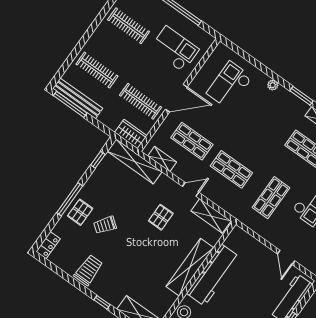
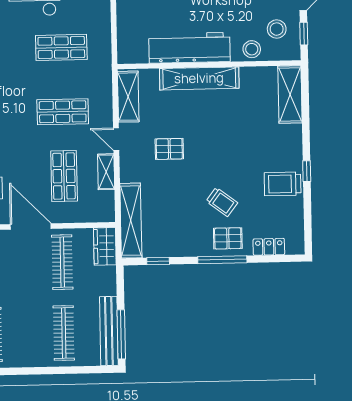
shelving: (162, 159) -> (106, 172), moved
shop shelf: (231, 169) -> (63, 112), turned 90
locker: (48, 245) -> (269, 247), moved
window: (102, 302) -> (307, 171), moved

